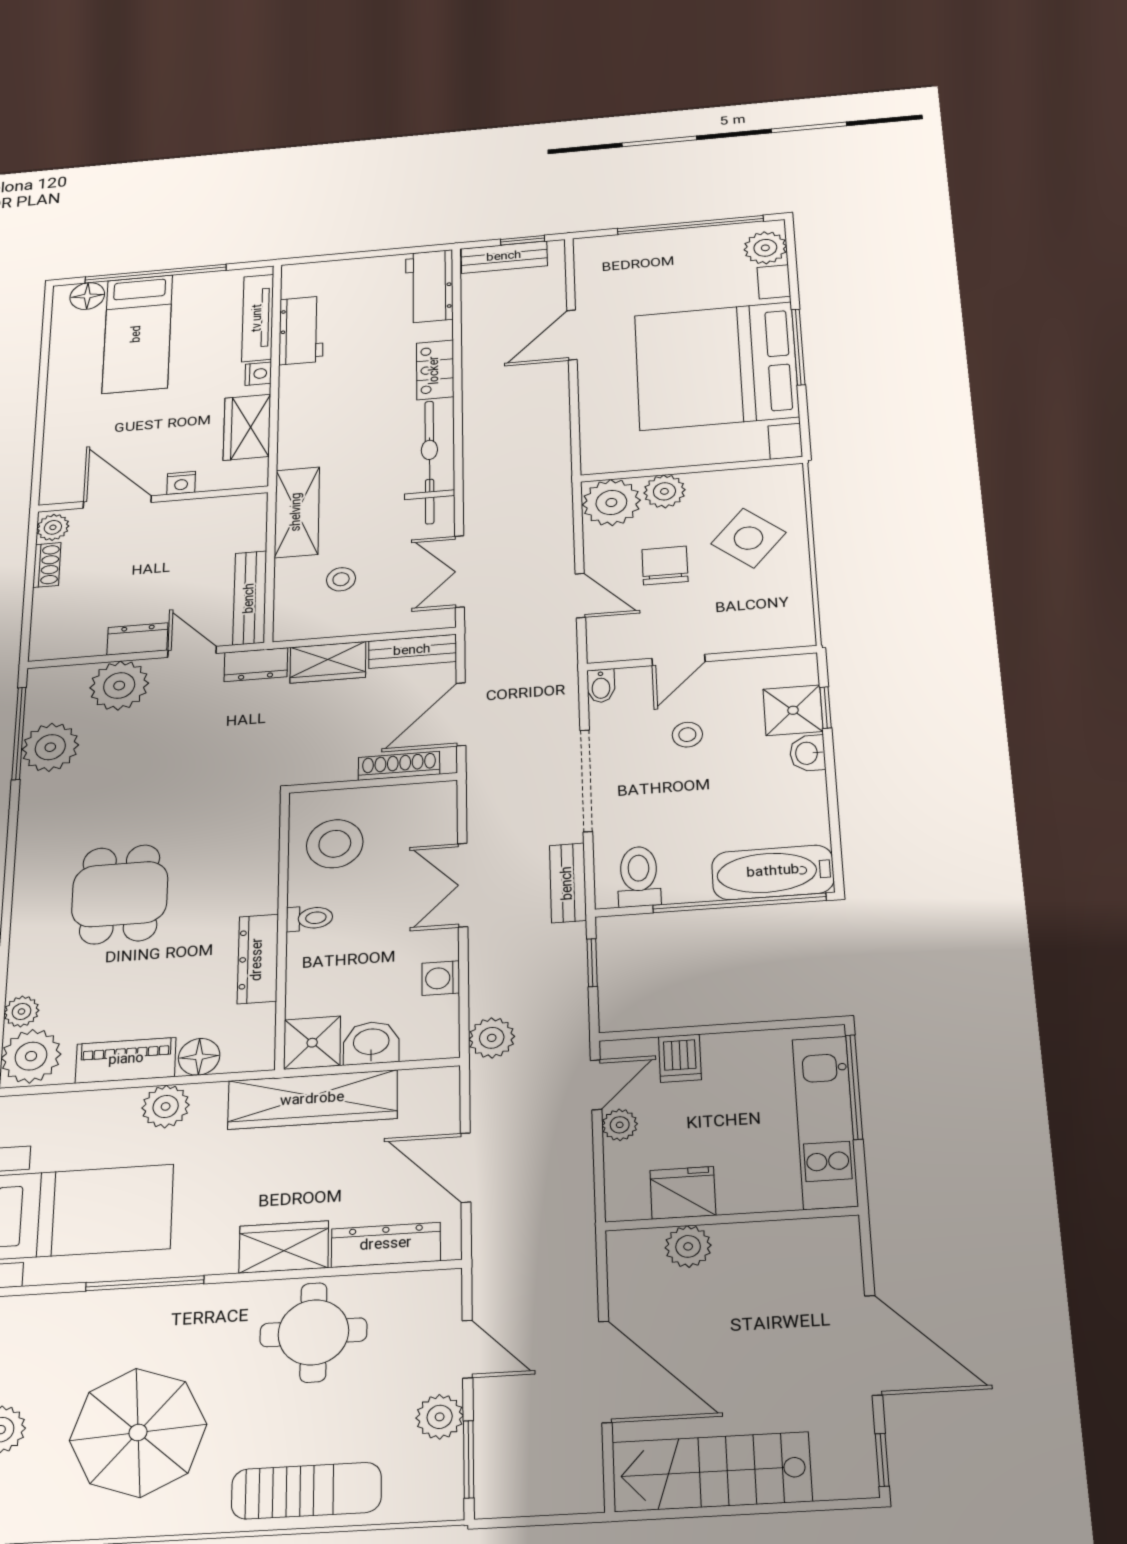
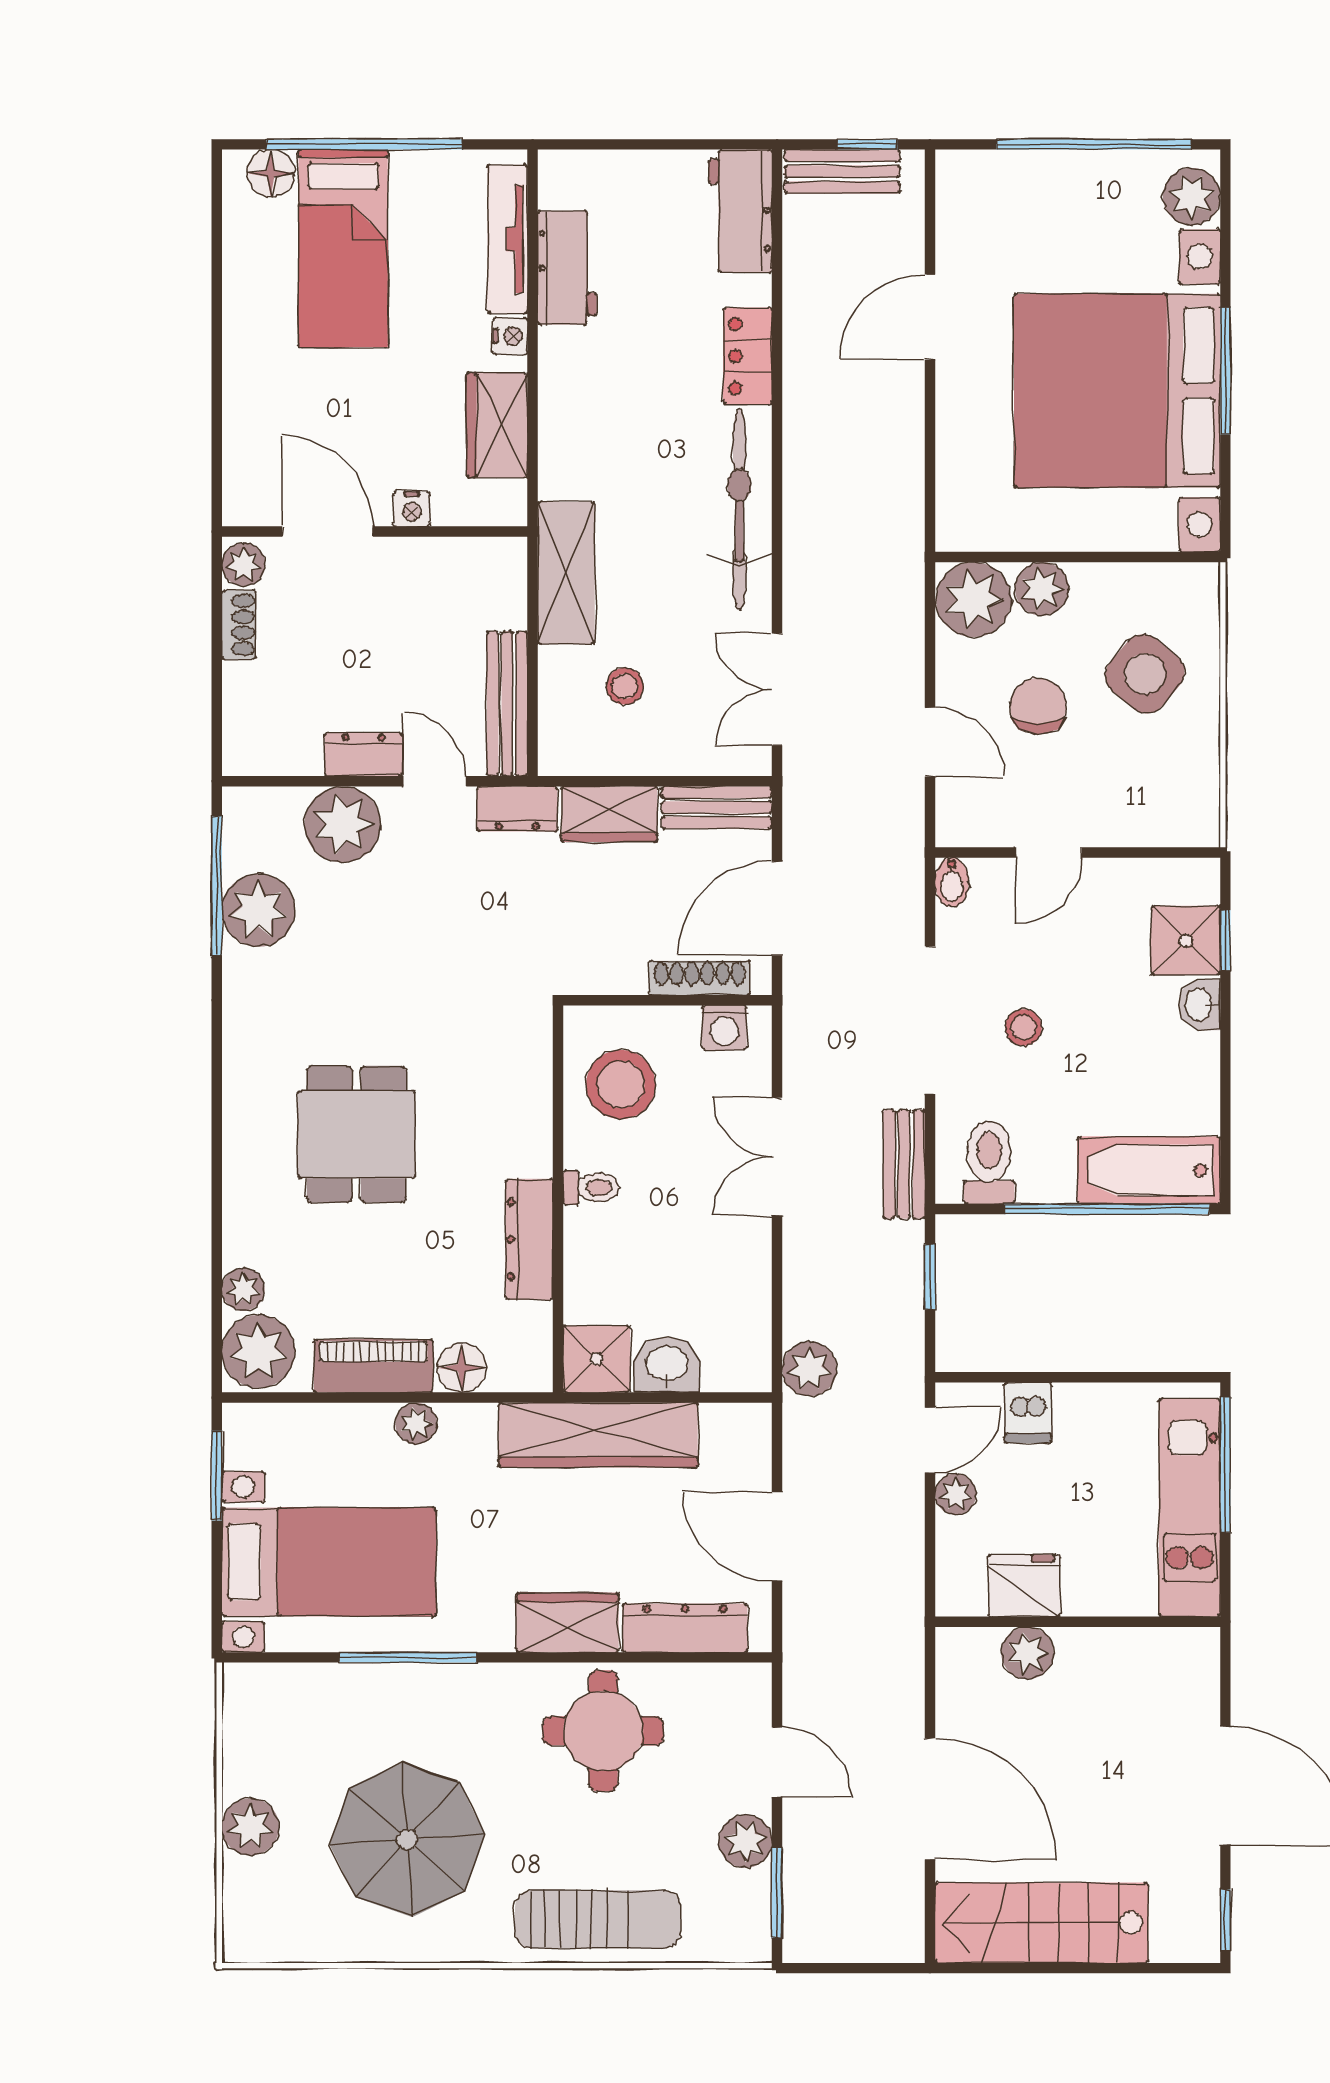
stool: (687, 735) -> (1023, 1027), moved
washing machine: (441, 978) -> (724, 1028), moved, turned -90
plant: (166, 1106) -> (416, 1423), width x0.73, depth x0.73

